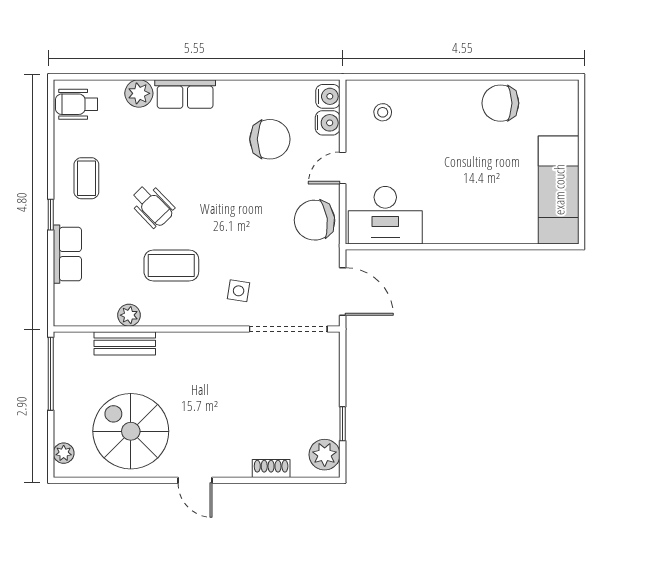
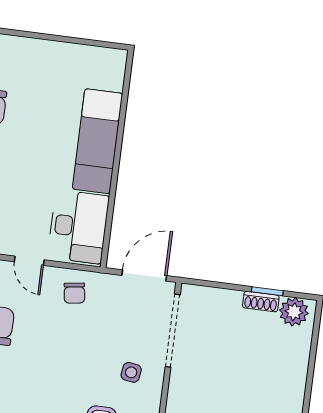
exam couch: (559, 190) -> (97, 141), moved, turned 90
chair: (315, 220) -> (74, 293), width x0.54, depth x0.54
shoe rack: (271, 469) -> (261, 302), moved, turned -90

